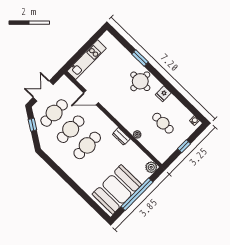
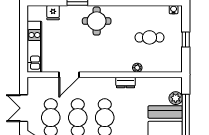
fridge: (163, 94) -> (53, 13), moved
plant: (151, 167) -> (176, 98), moved

